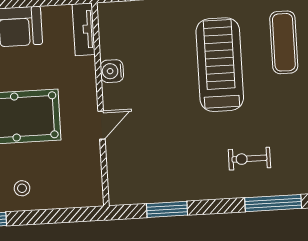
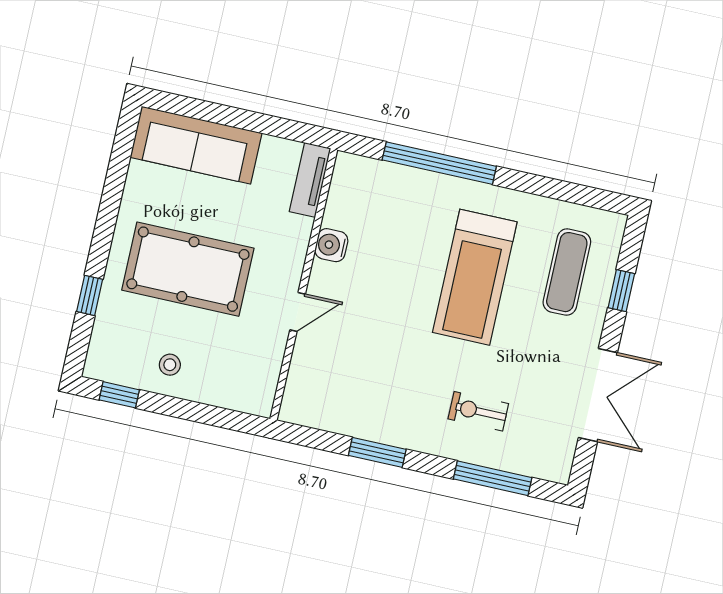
treadmill: (220, 65) -> (475, 277), turned 180
window: (167, 209) -> (377, 452), moved

